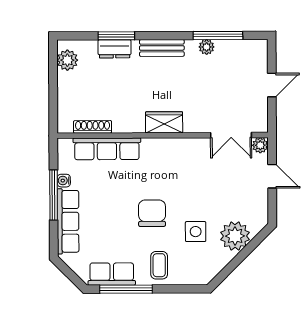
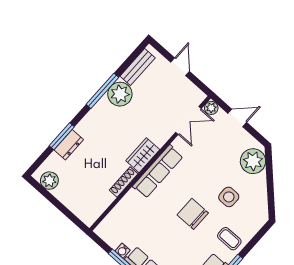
window: (218, 35) -> (102, 91), moved
plant: (207, 47) -> (120, 94), width x1.87, depth x1.87
bench: (162, 48) -> (138, 67), moved
shoe rack: (93, 127) -> (124, 182), moved
row of seats: (107, 149) -> (158, 171), moved
plant: (235, 236) -> (253, 161), moved

